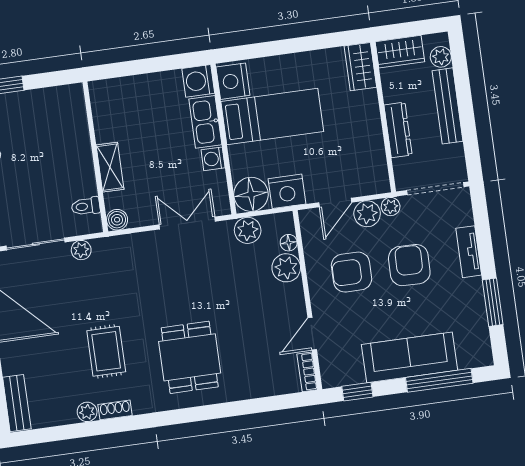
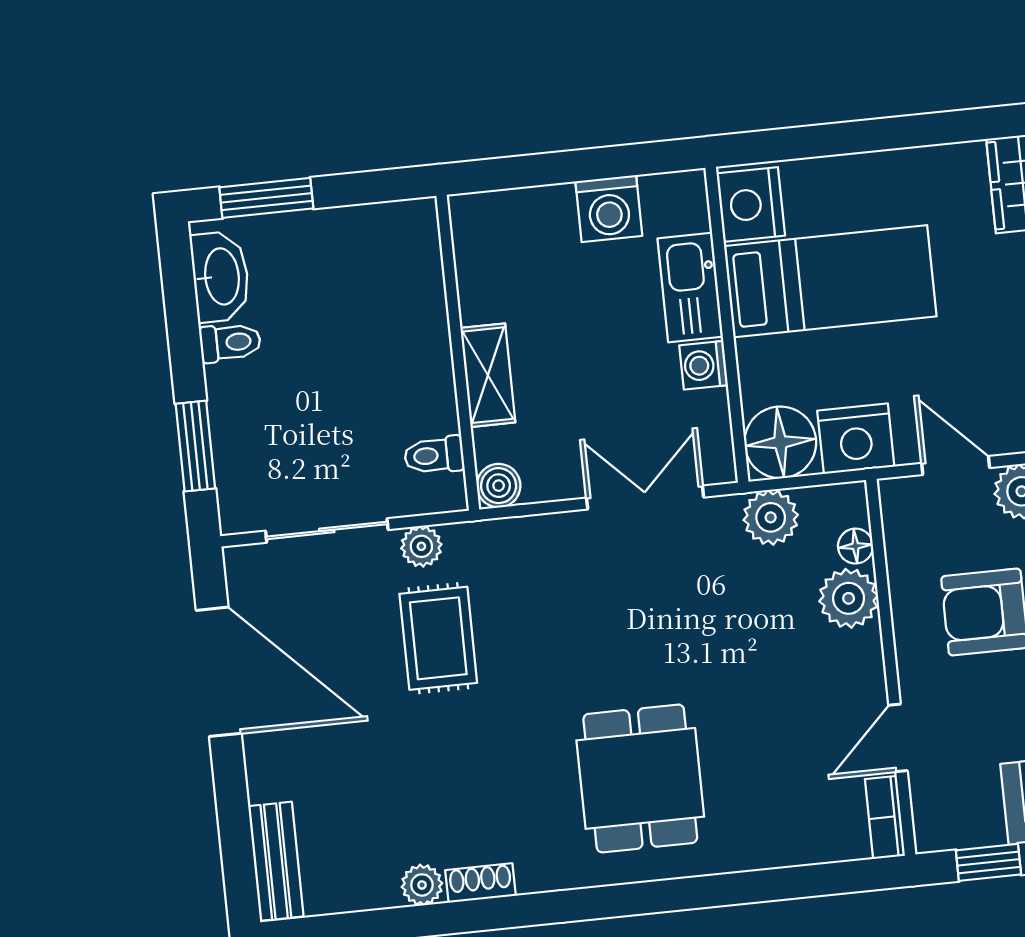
washing machine: (198, 81) -> (609, 209), moved, turned -90
door: (335, 202) -> (956, 465), swing flipped
rug: (106, 351) -> (438, 638), moved

